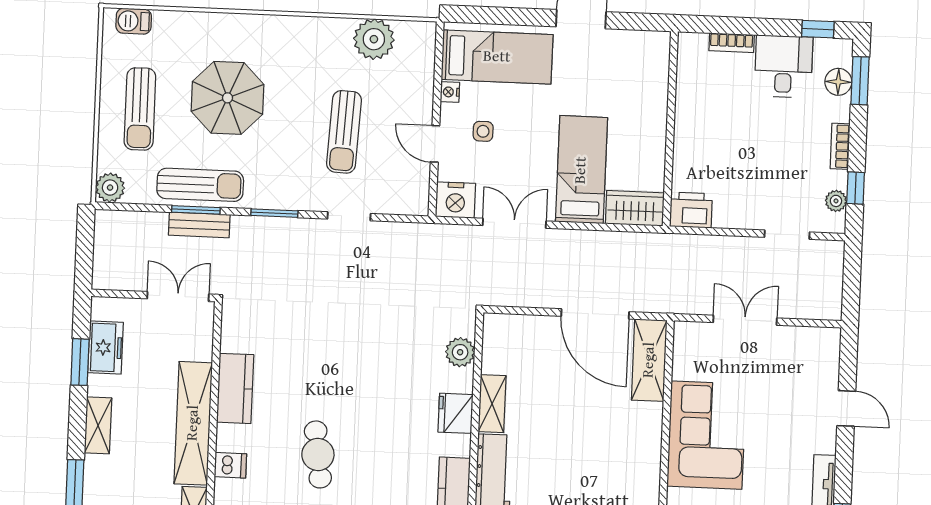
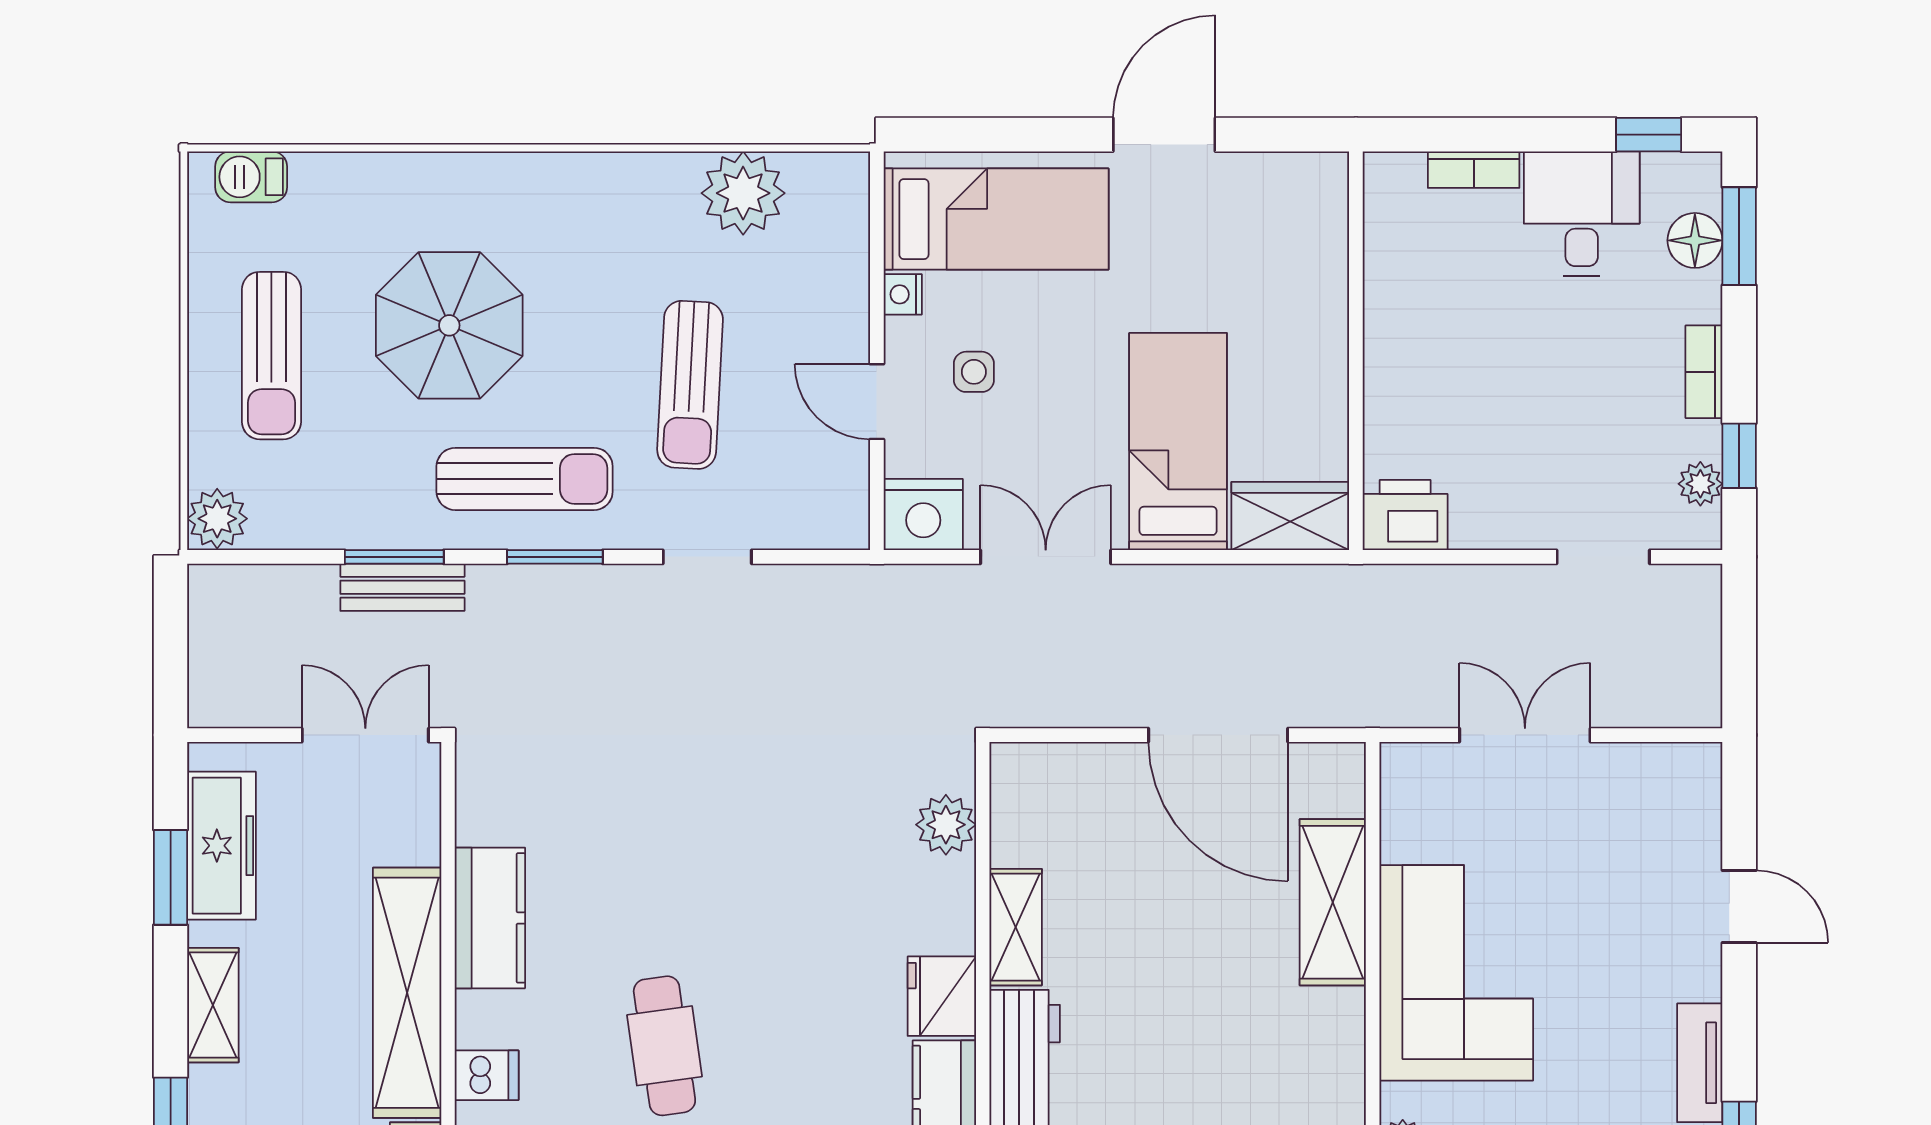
sun lounger: (200, 185) -> (525, 479), moved
freezer: (106, 348) -> (222, 846), width x1.40
shelving: (649, 360) -> (1333, 902), moved
fridge: (456, 413) -> (942, 996), moved

